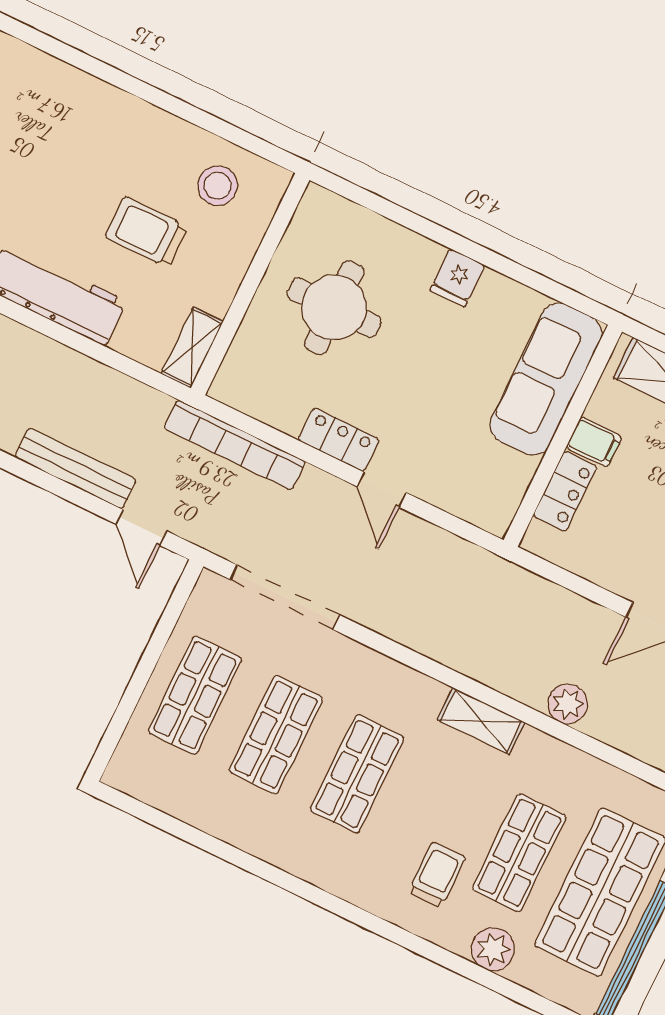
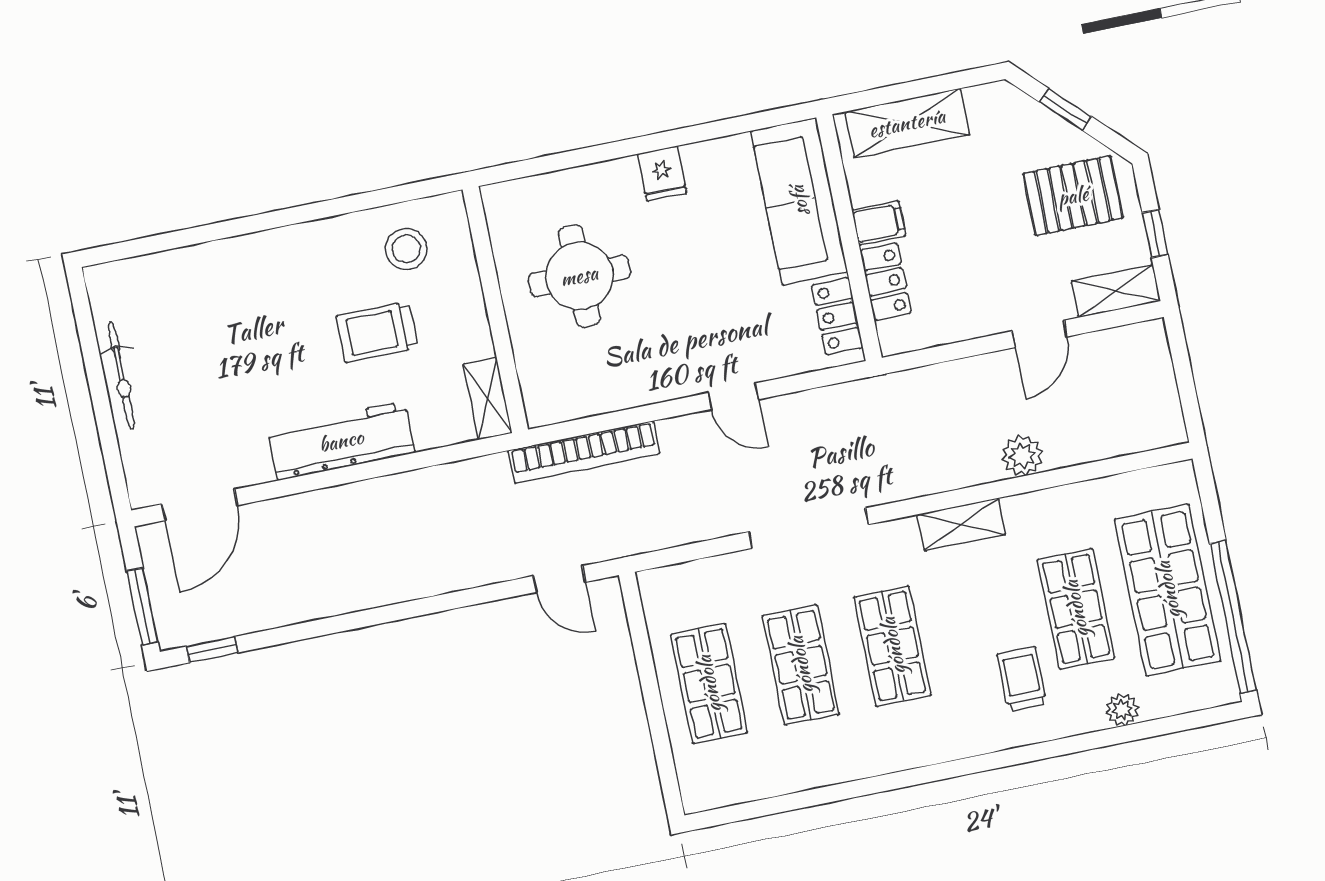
locker: (339, 440) -> (837, 316), moved, turned -90
bench: (76, 468) -> (468, 572), removed
doorway: (285, 597) -> (809, 528), moved
plant: (493, 949) -> (1122, 710), width x0.73, depth x0.73

